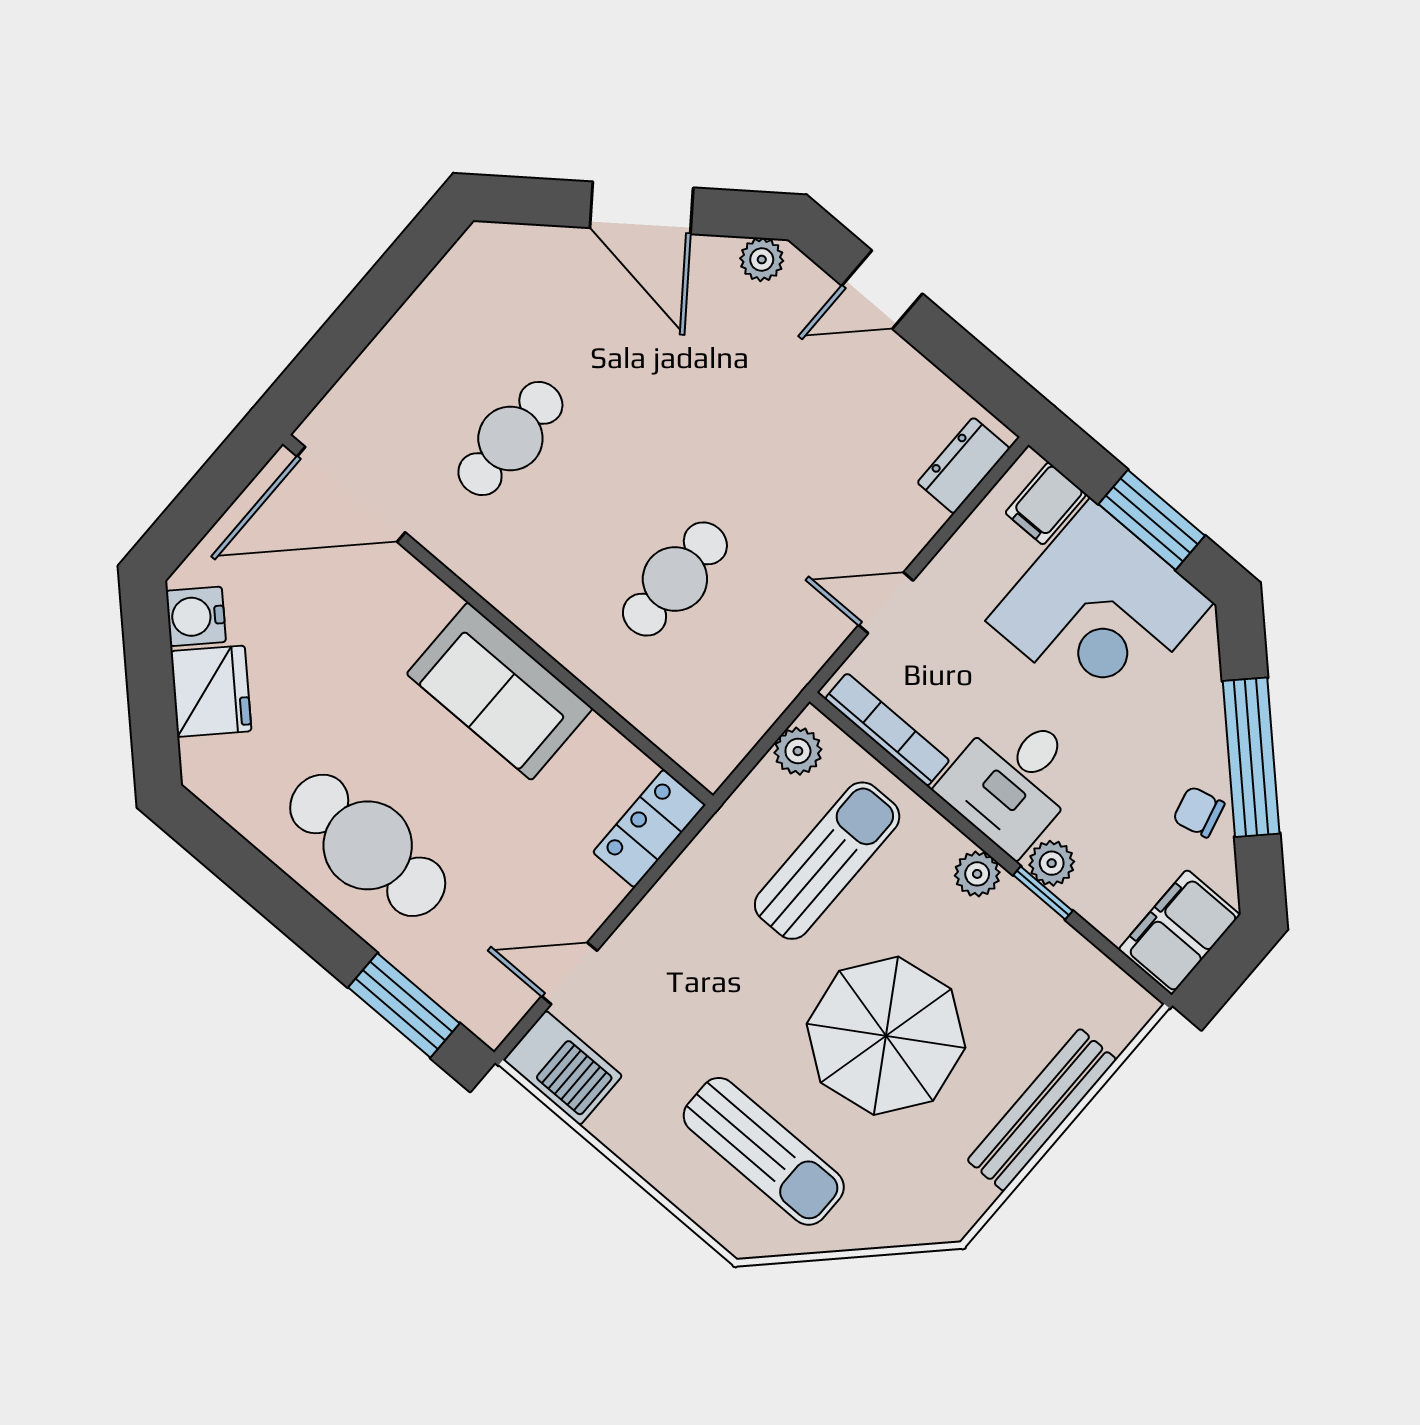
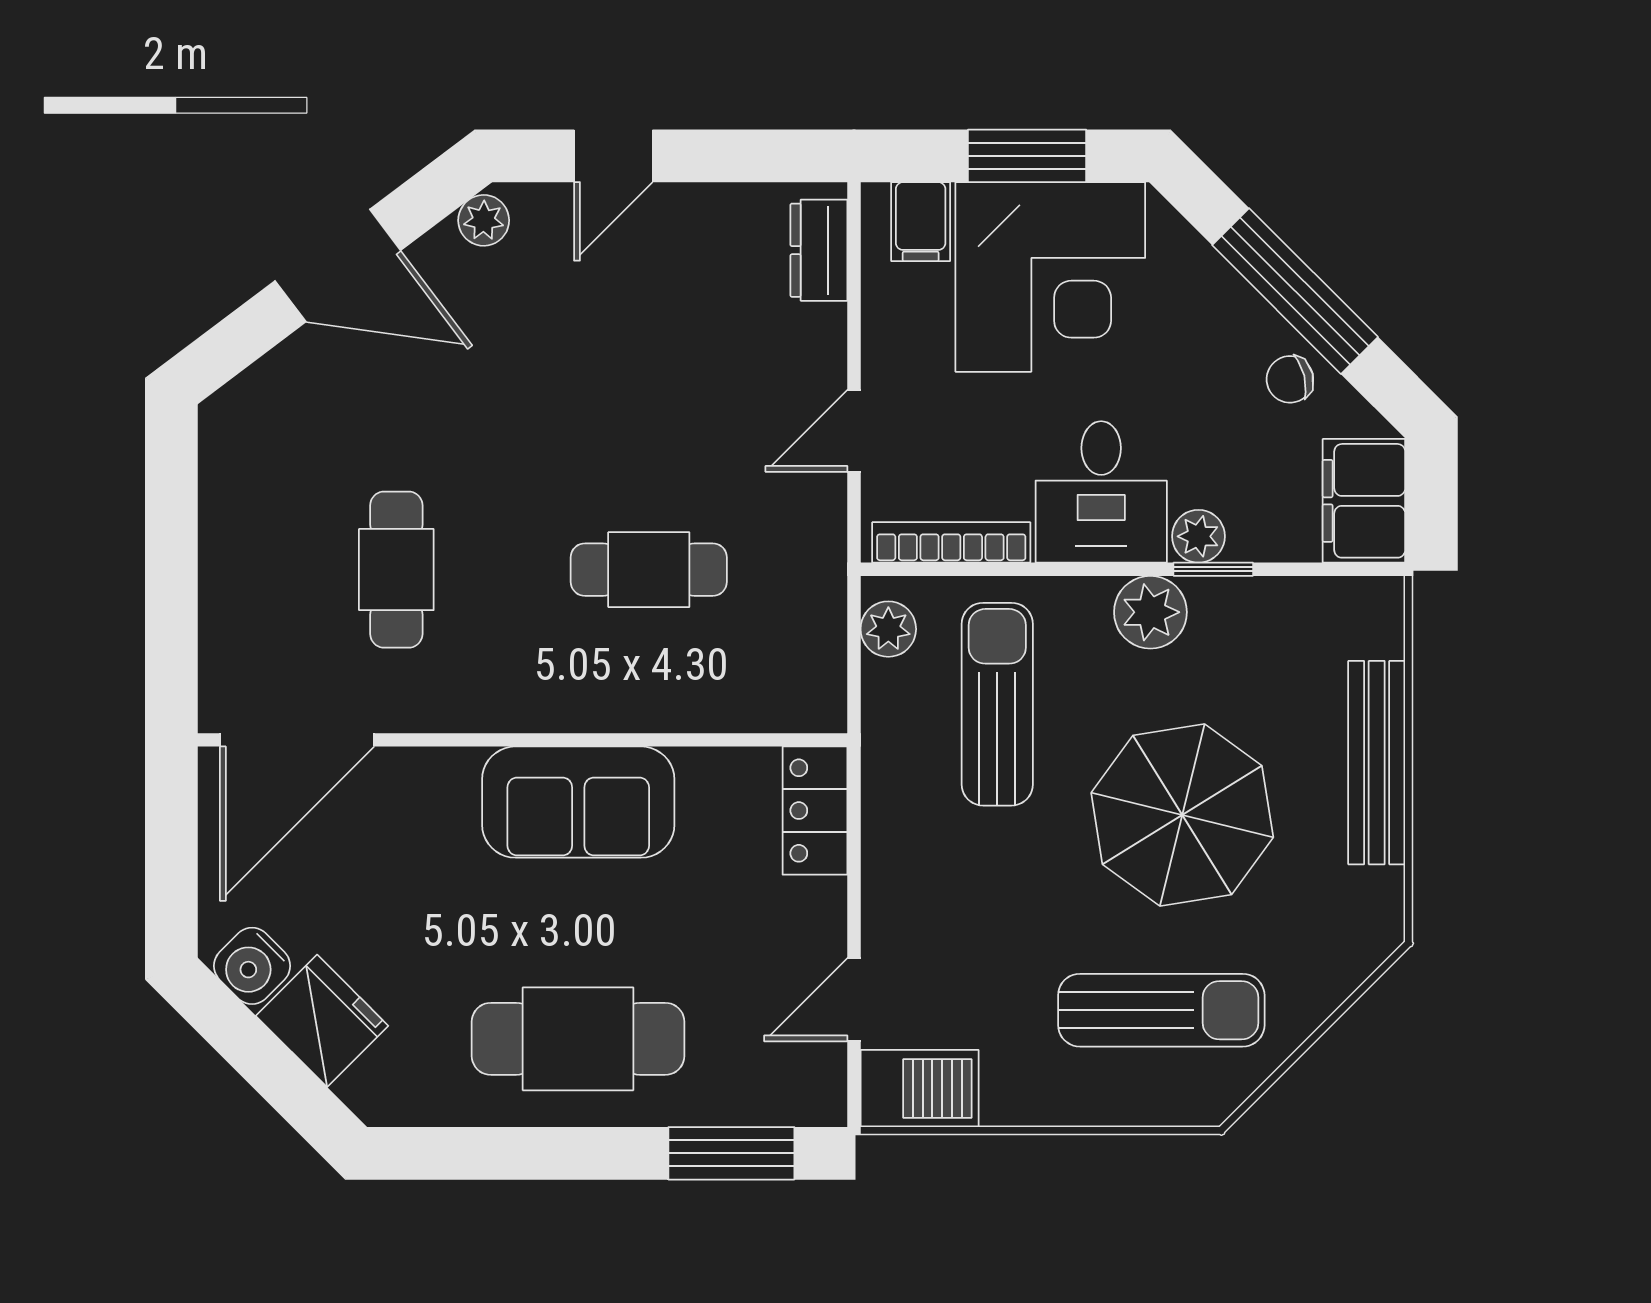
cafe table: (675, 579) -> (649, 570), turned 90
plant: (977, 874) -> (1150, 612), width x1.38, depth x1.38

